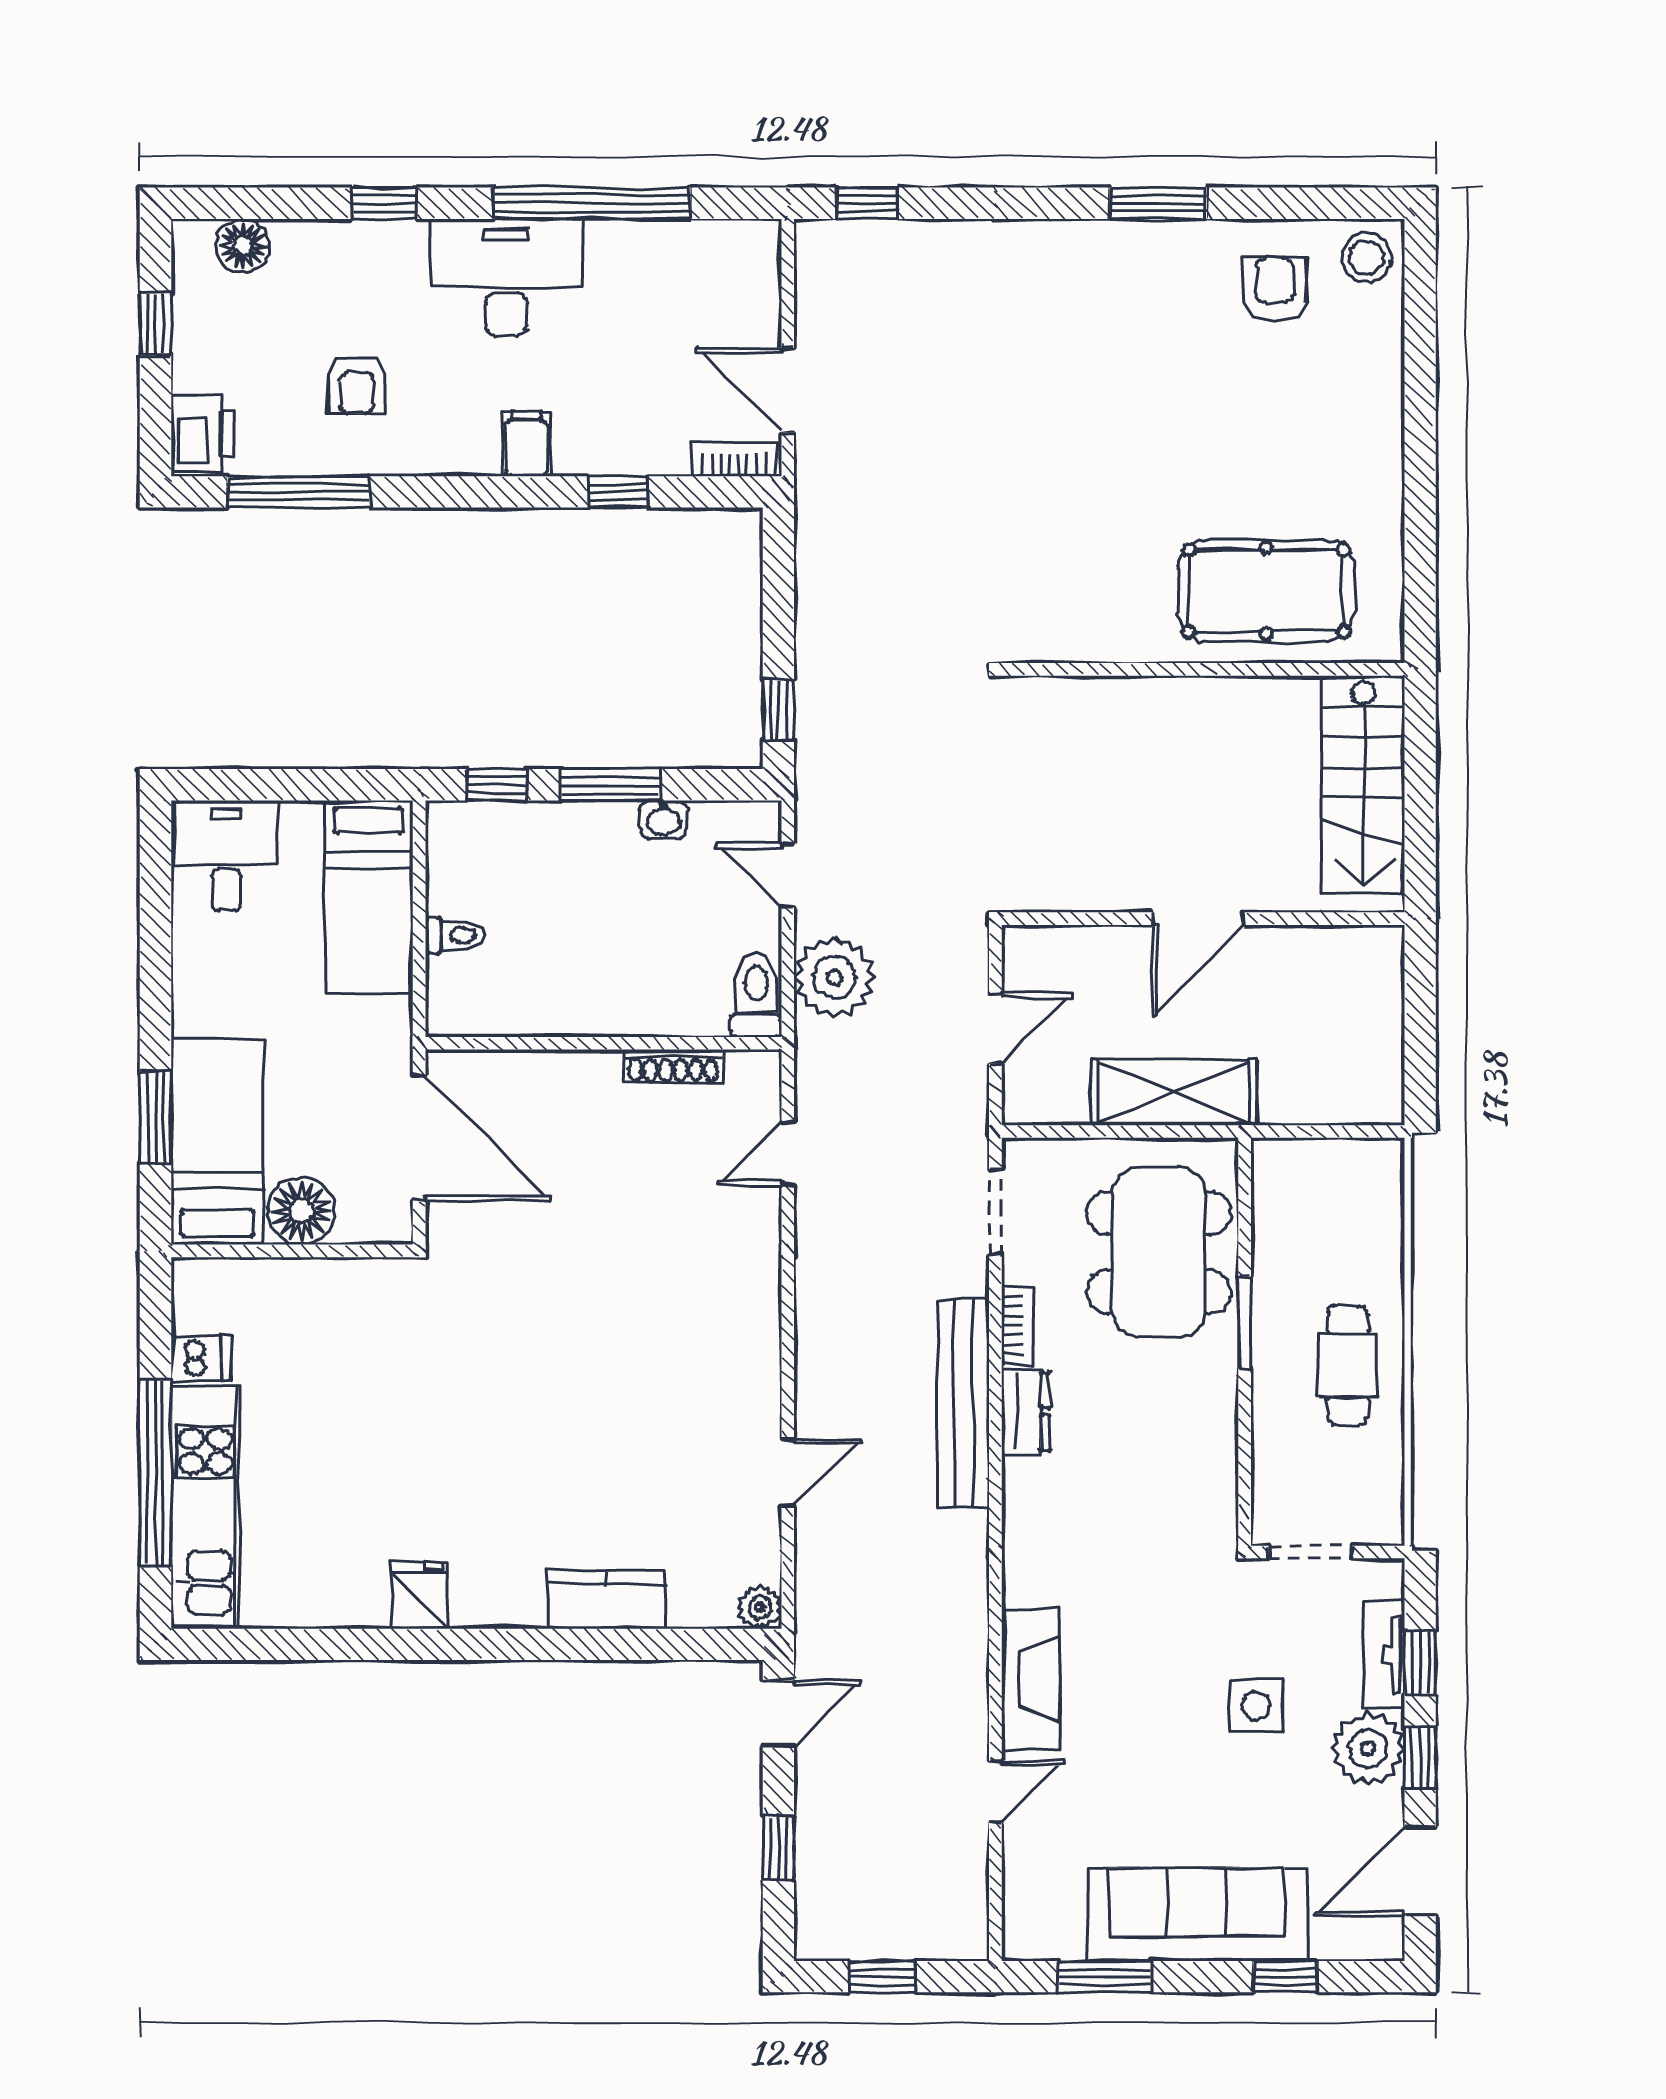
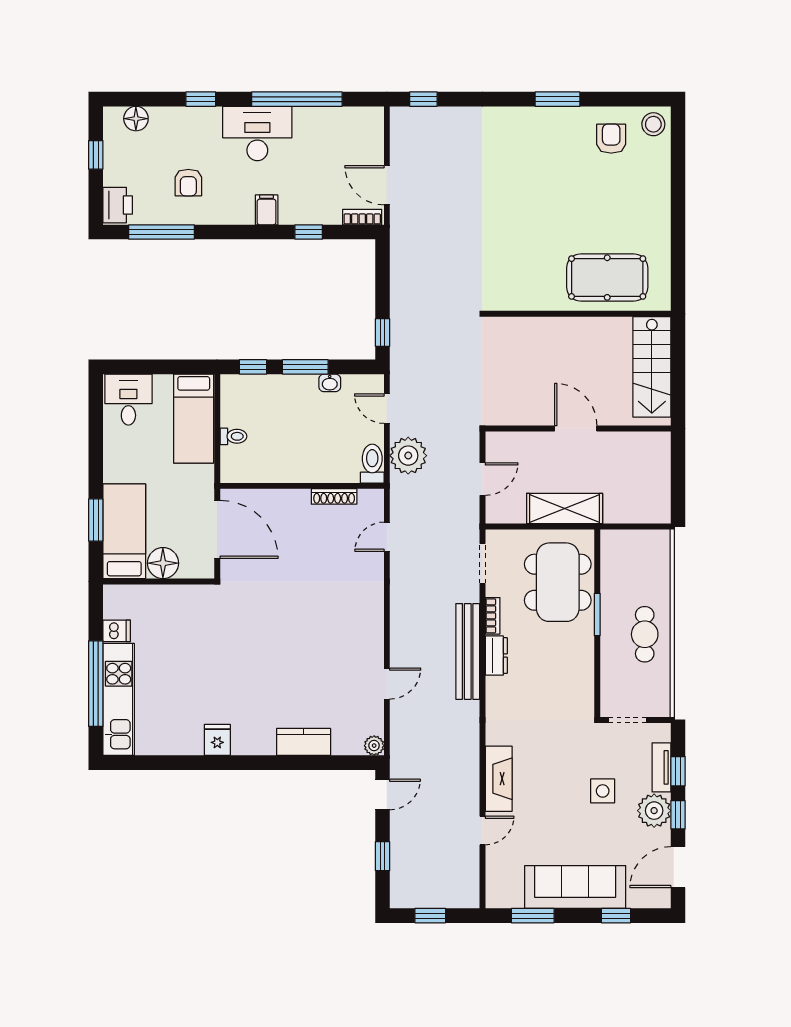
door: (1198, 919) -> (576, 429), swing flipped

